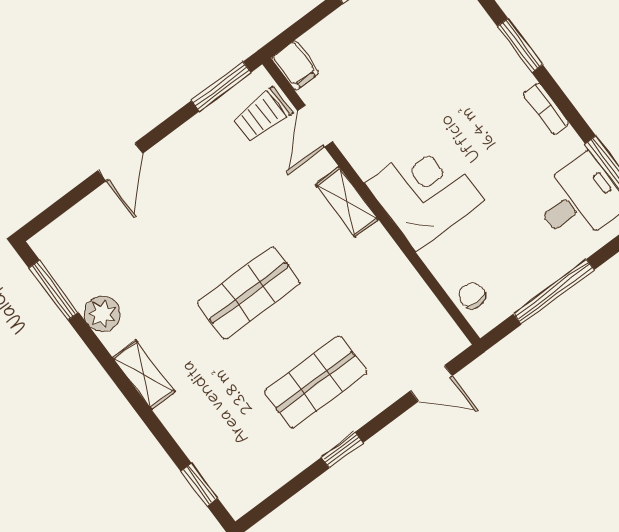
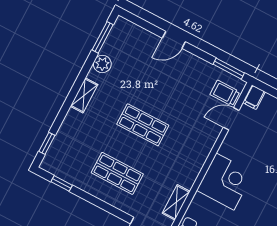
shelving: (347, 202) -> (176, 202), moved
window: (342, 450) -> (62, 183), moved

